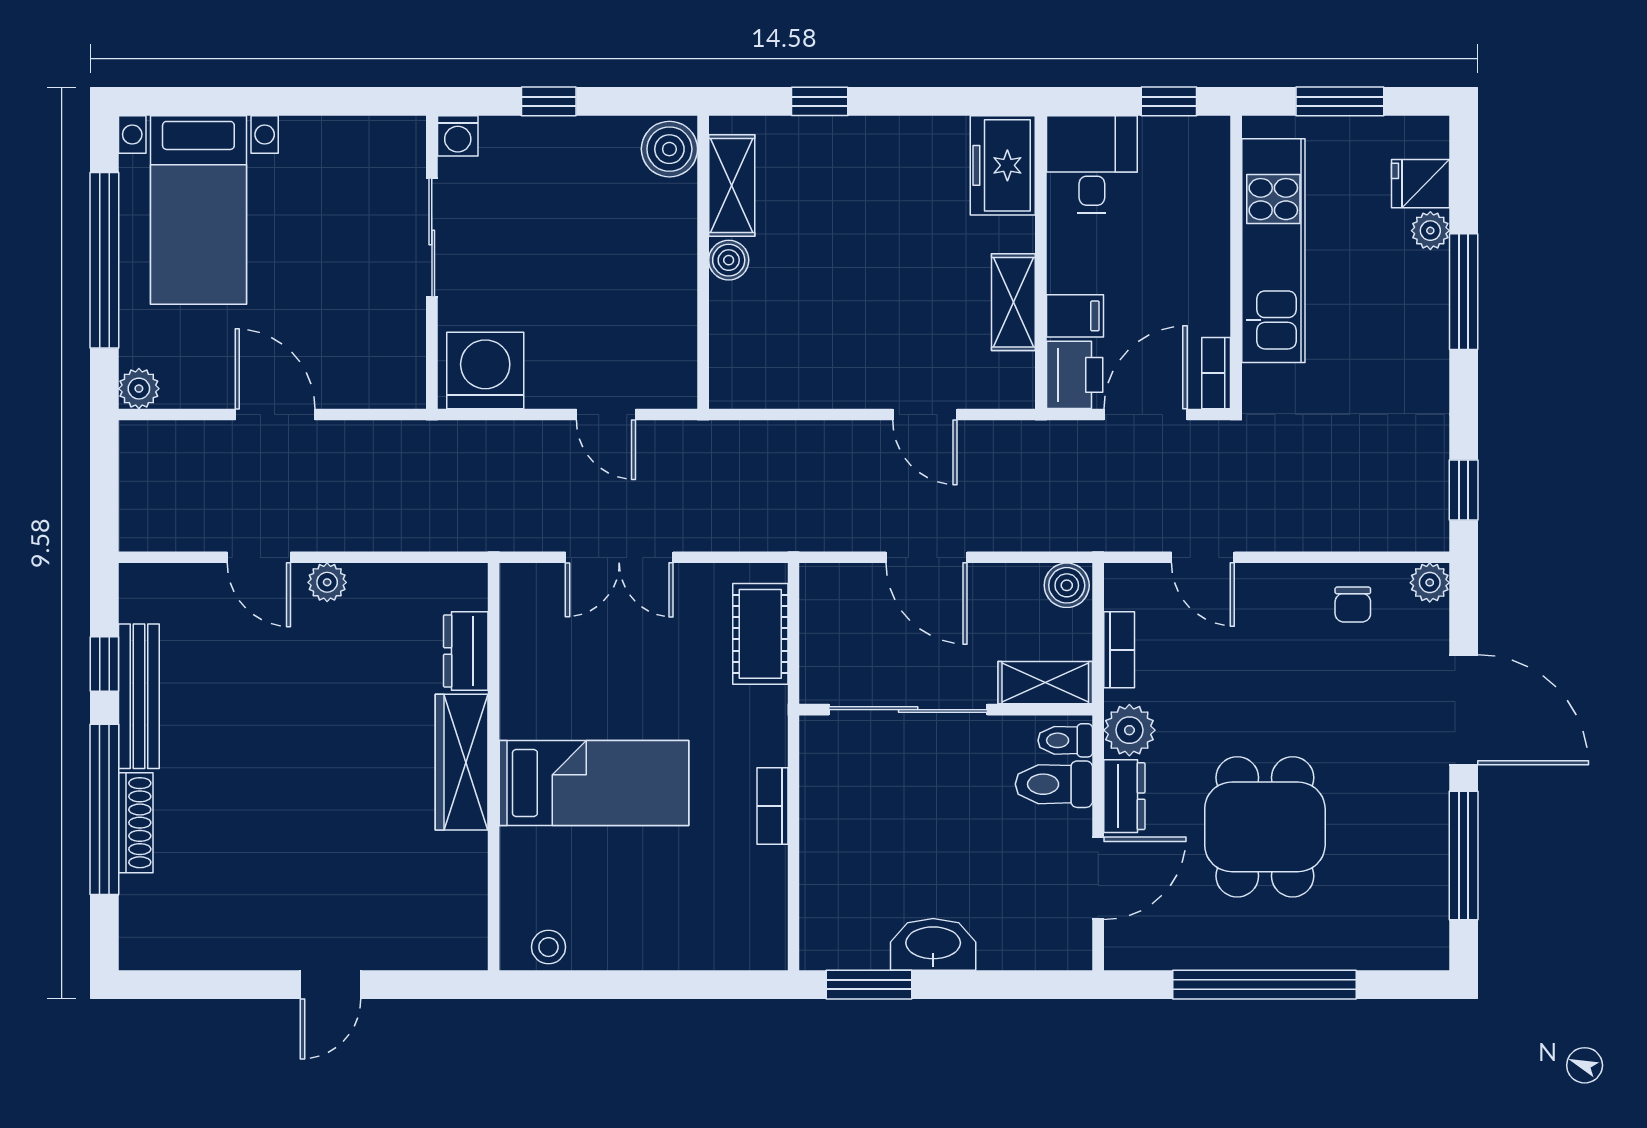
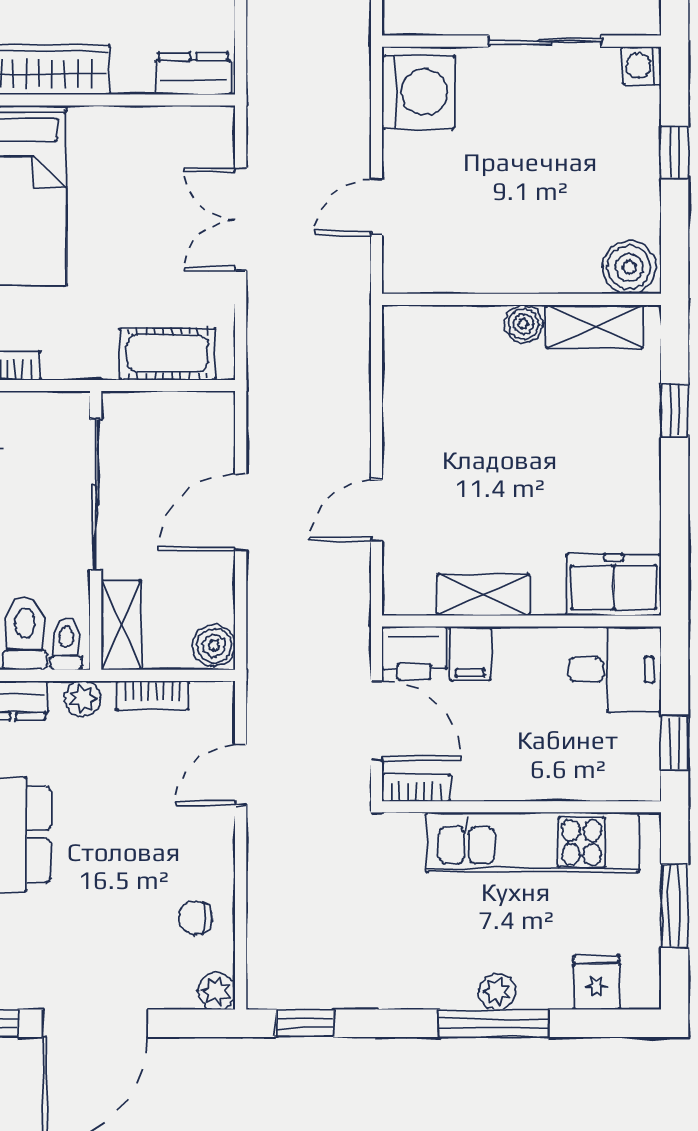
plant: (1430, 231) -> (497, 992), moved
dresser: (466, 651) -> (193, 74), moved
plant: (1129, 730) -> (83, 699), width x0.73, depth x0.73

